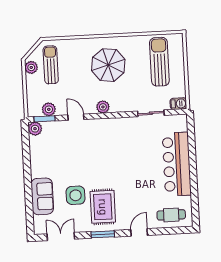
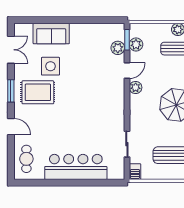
plant: (103, 107) -> (136, 87), moved
plant: (35, 129) -> (118, 48), moved

